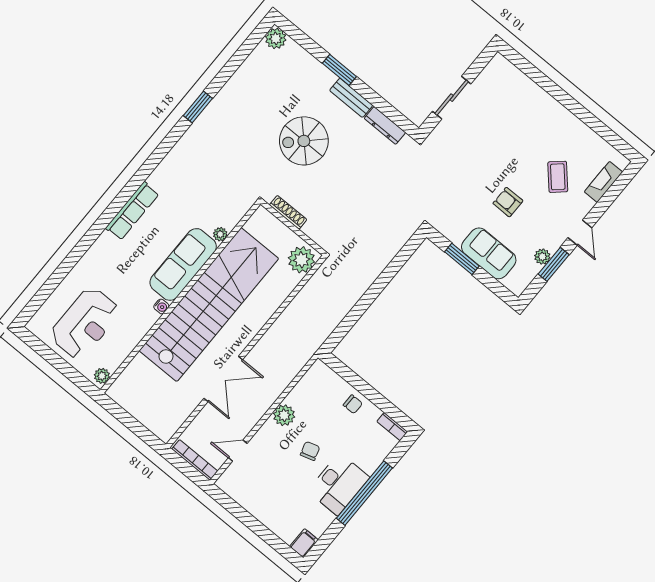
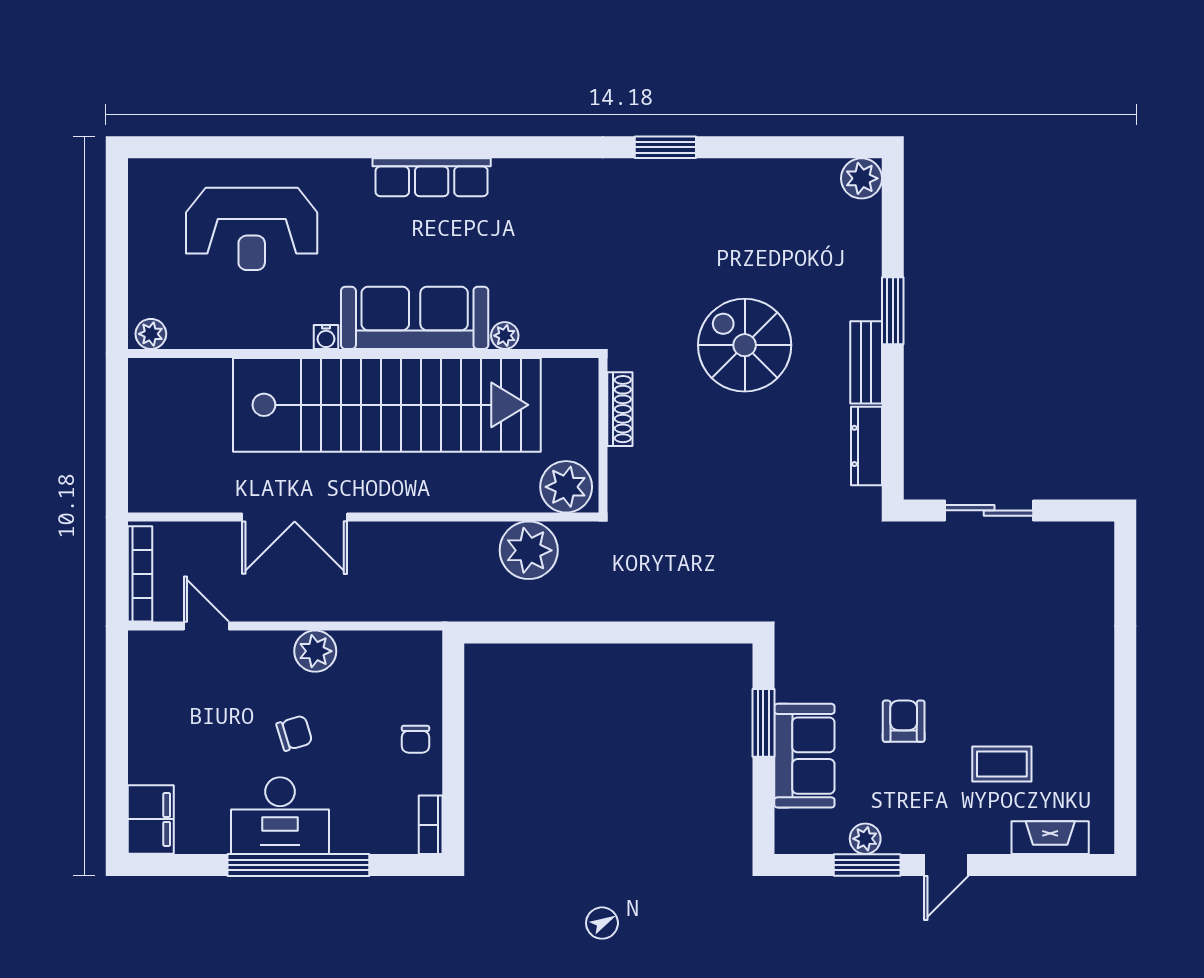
coffee table: (558, 177) -> (1002, 764), turned 42
plant: (315, 296) -> (529, 550), added
reception desk: (85, 323) -> (252, 229), moved
filing cabinet: (304, 543) -> (151, 819), width x2.00

